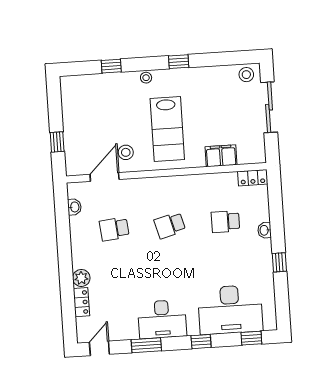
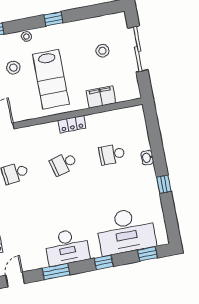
stool: (246, 75) -> (102, 51), moved
stool: (126, 152) -> (13, 68), moved
locker: (253, 178) -> (72, 124), moved

